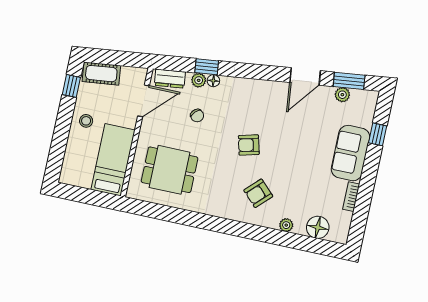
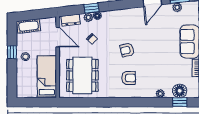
window: (71, 86) -> (12, 52), moved
door: (144, 101) -> (58, 37), hinge flipped
dining table: (170, 170) -> (82, 75), width x1.38
armchair: (258, 193) -> (129, 78), moved, turned -135
window: (314, 245) -> (180, 102), added

